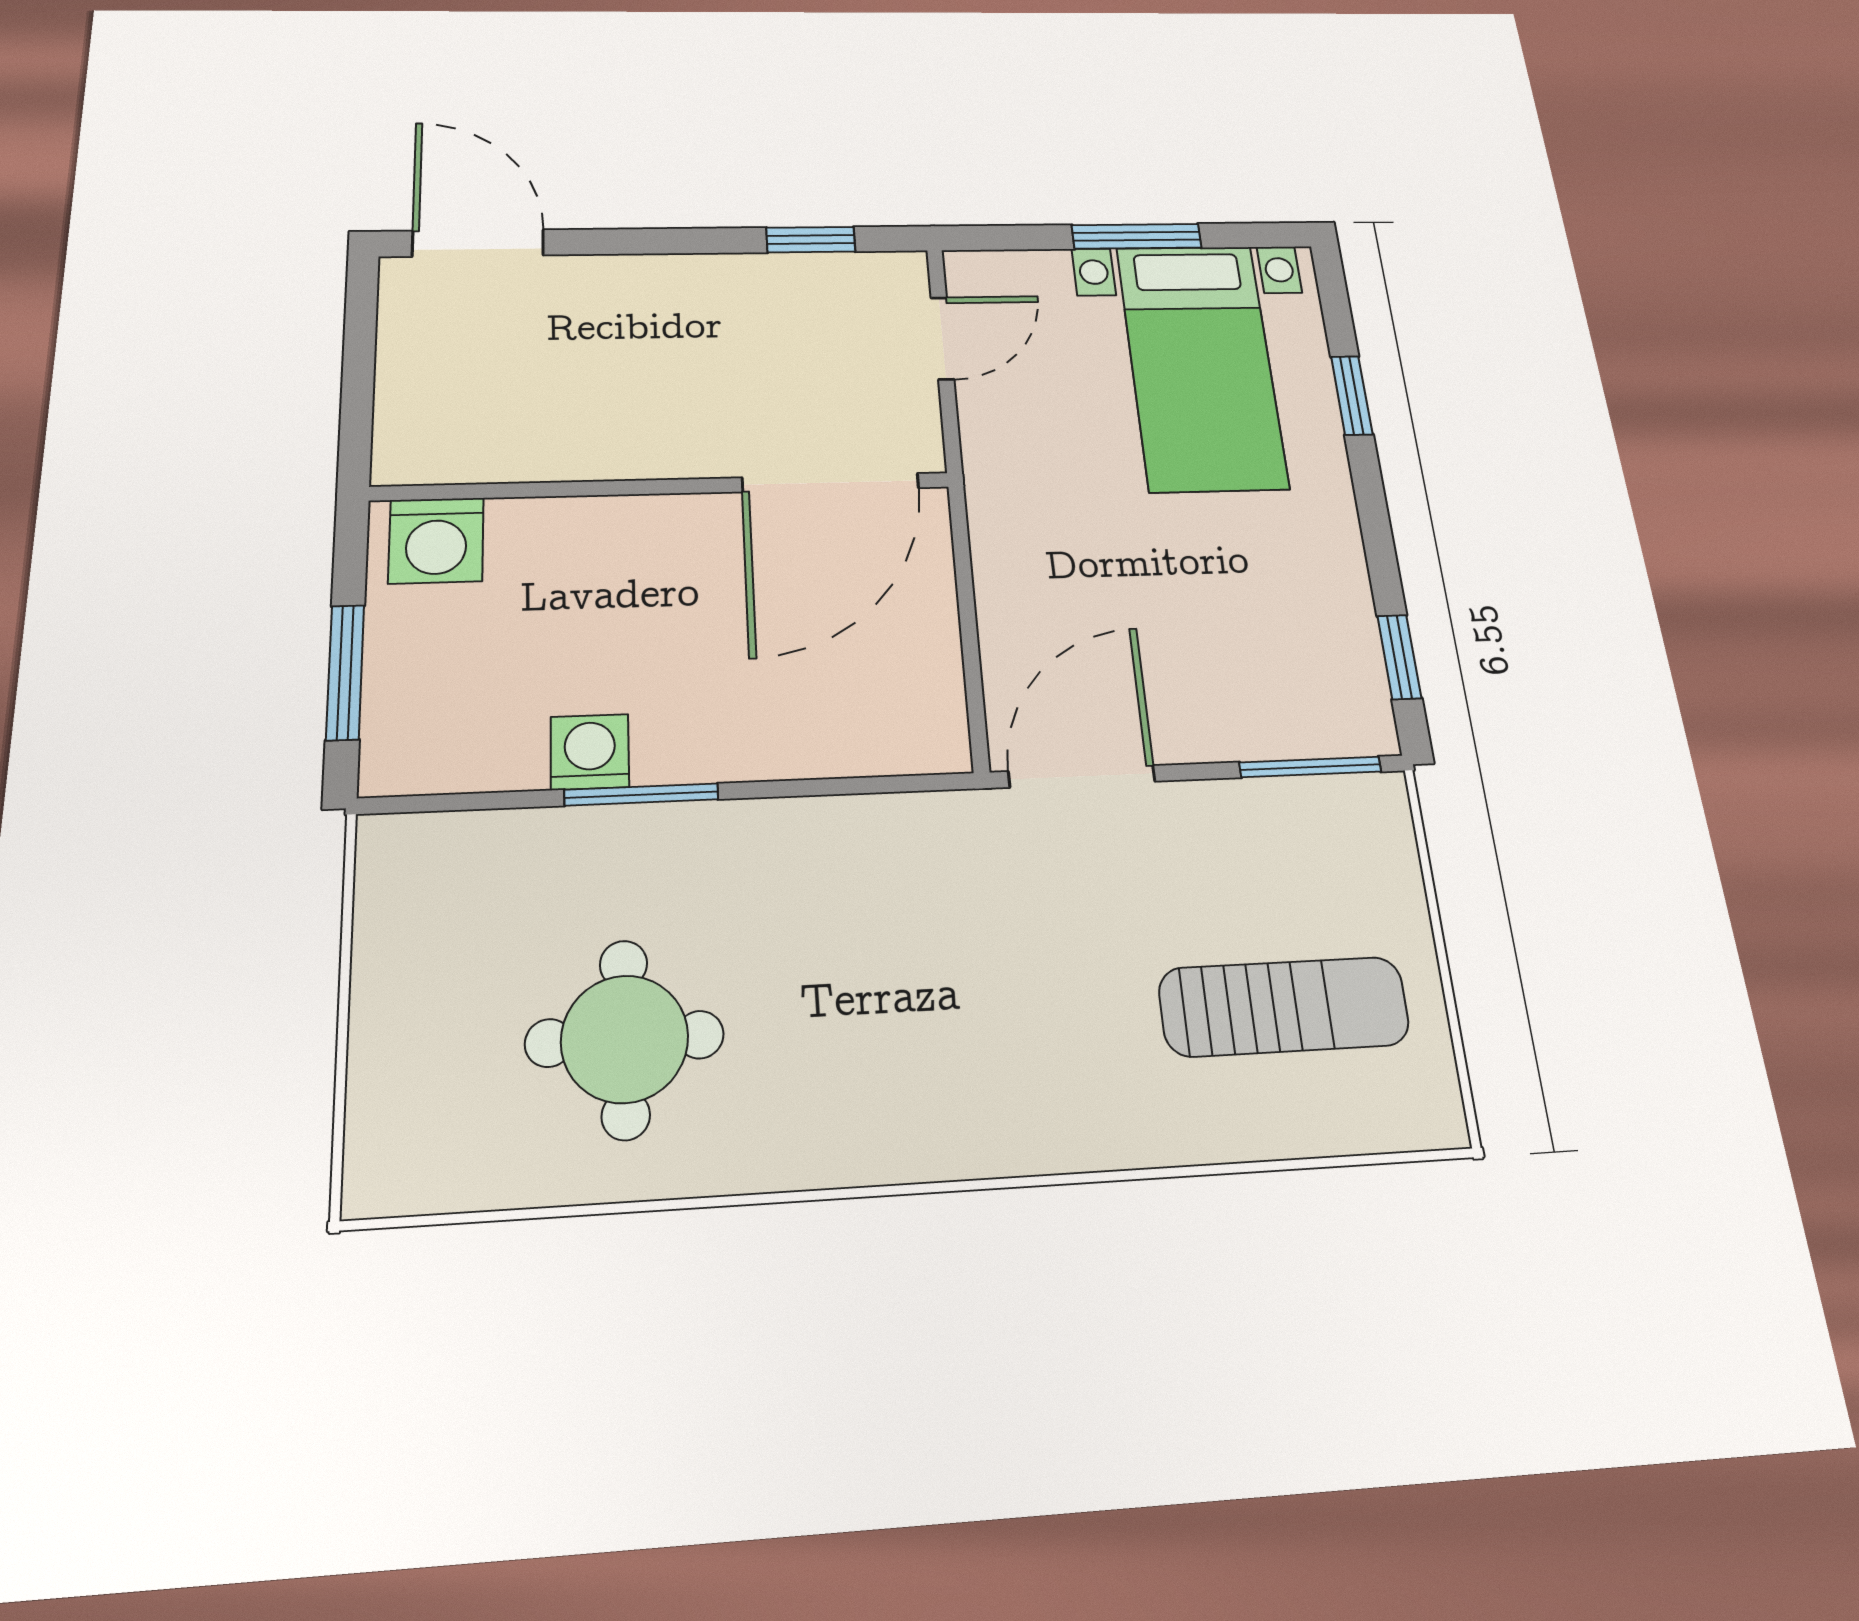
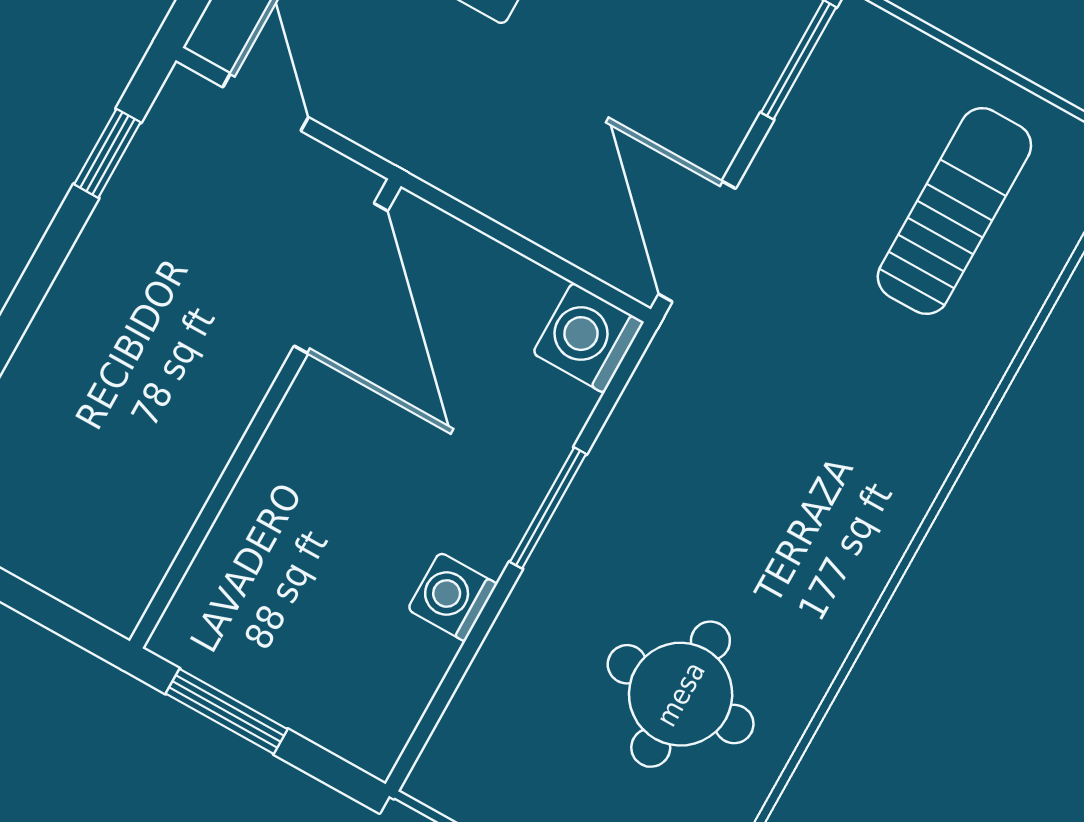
washing machine: (436, 540) -> (588, 338), moved, turned 180
window: (345, 672) -> (227, 711), moved
window: (641, 795) -> (548, 508), moved

